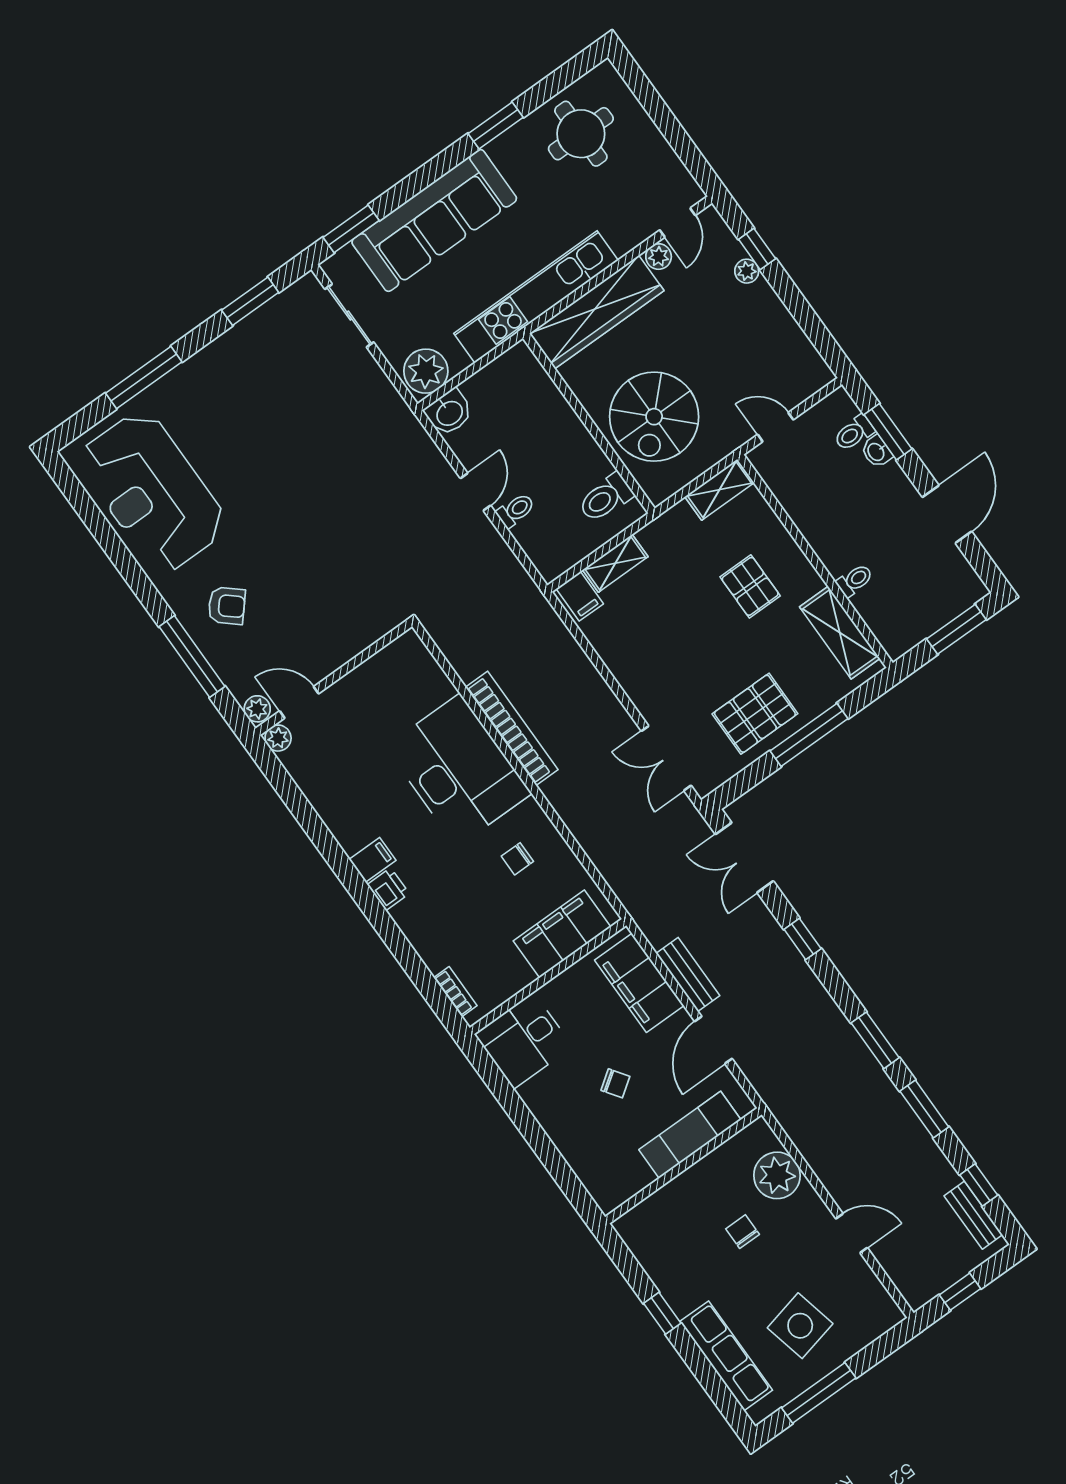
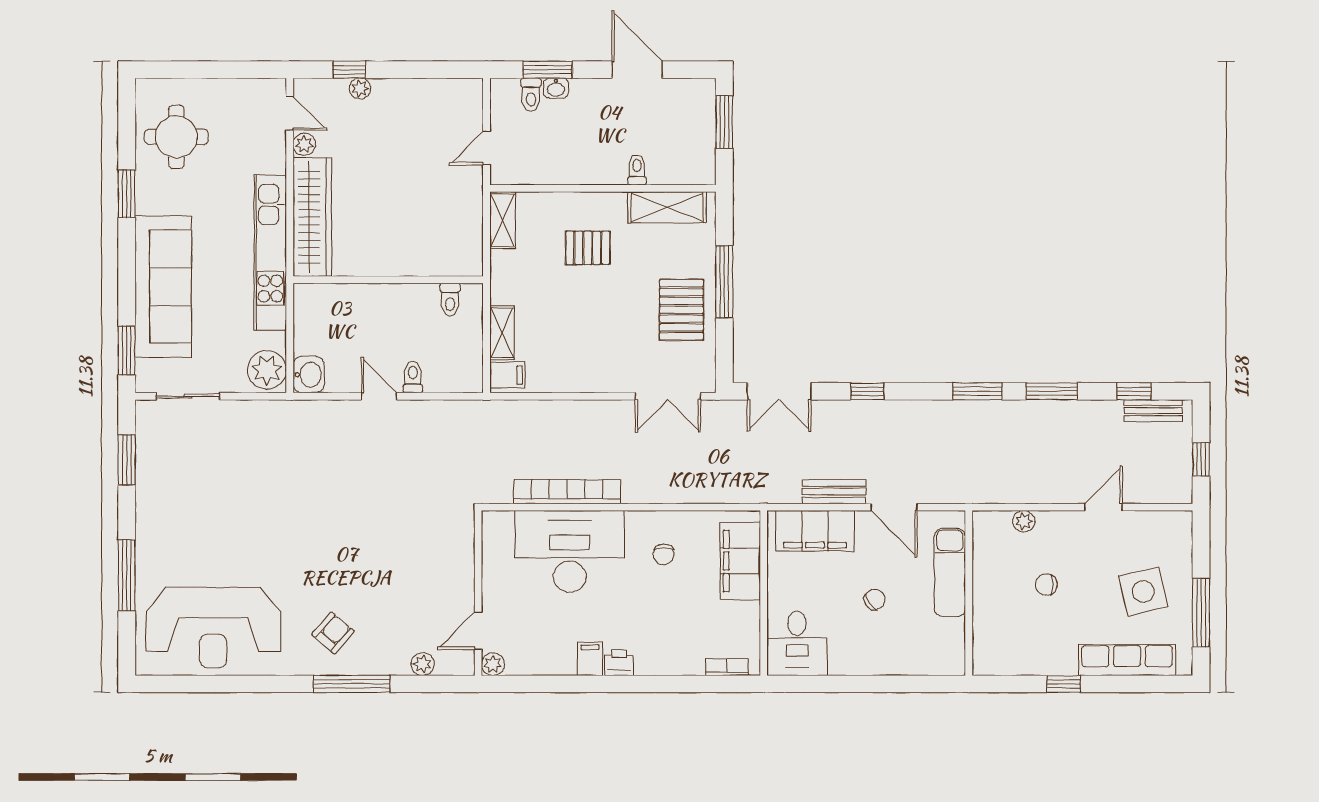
spiral stairs: (654, 417) -> (417, 230), removed
toilet: (606, 498) -> (450, 300), width x0.73, depth x0.72
wall: (334, 677) -> (478, 593), moved
door: (299, 702) -> (478, 631), moved
plant: (278, 738) -> (493, 664), moved
plant: (777, 1175) -> (1024, 521), width x0.53, depth x0.53

